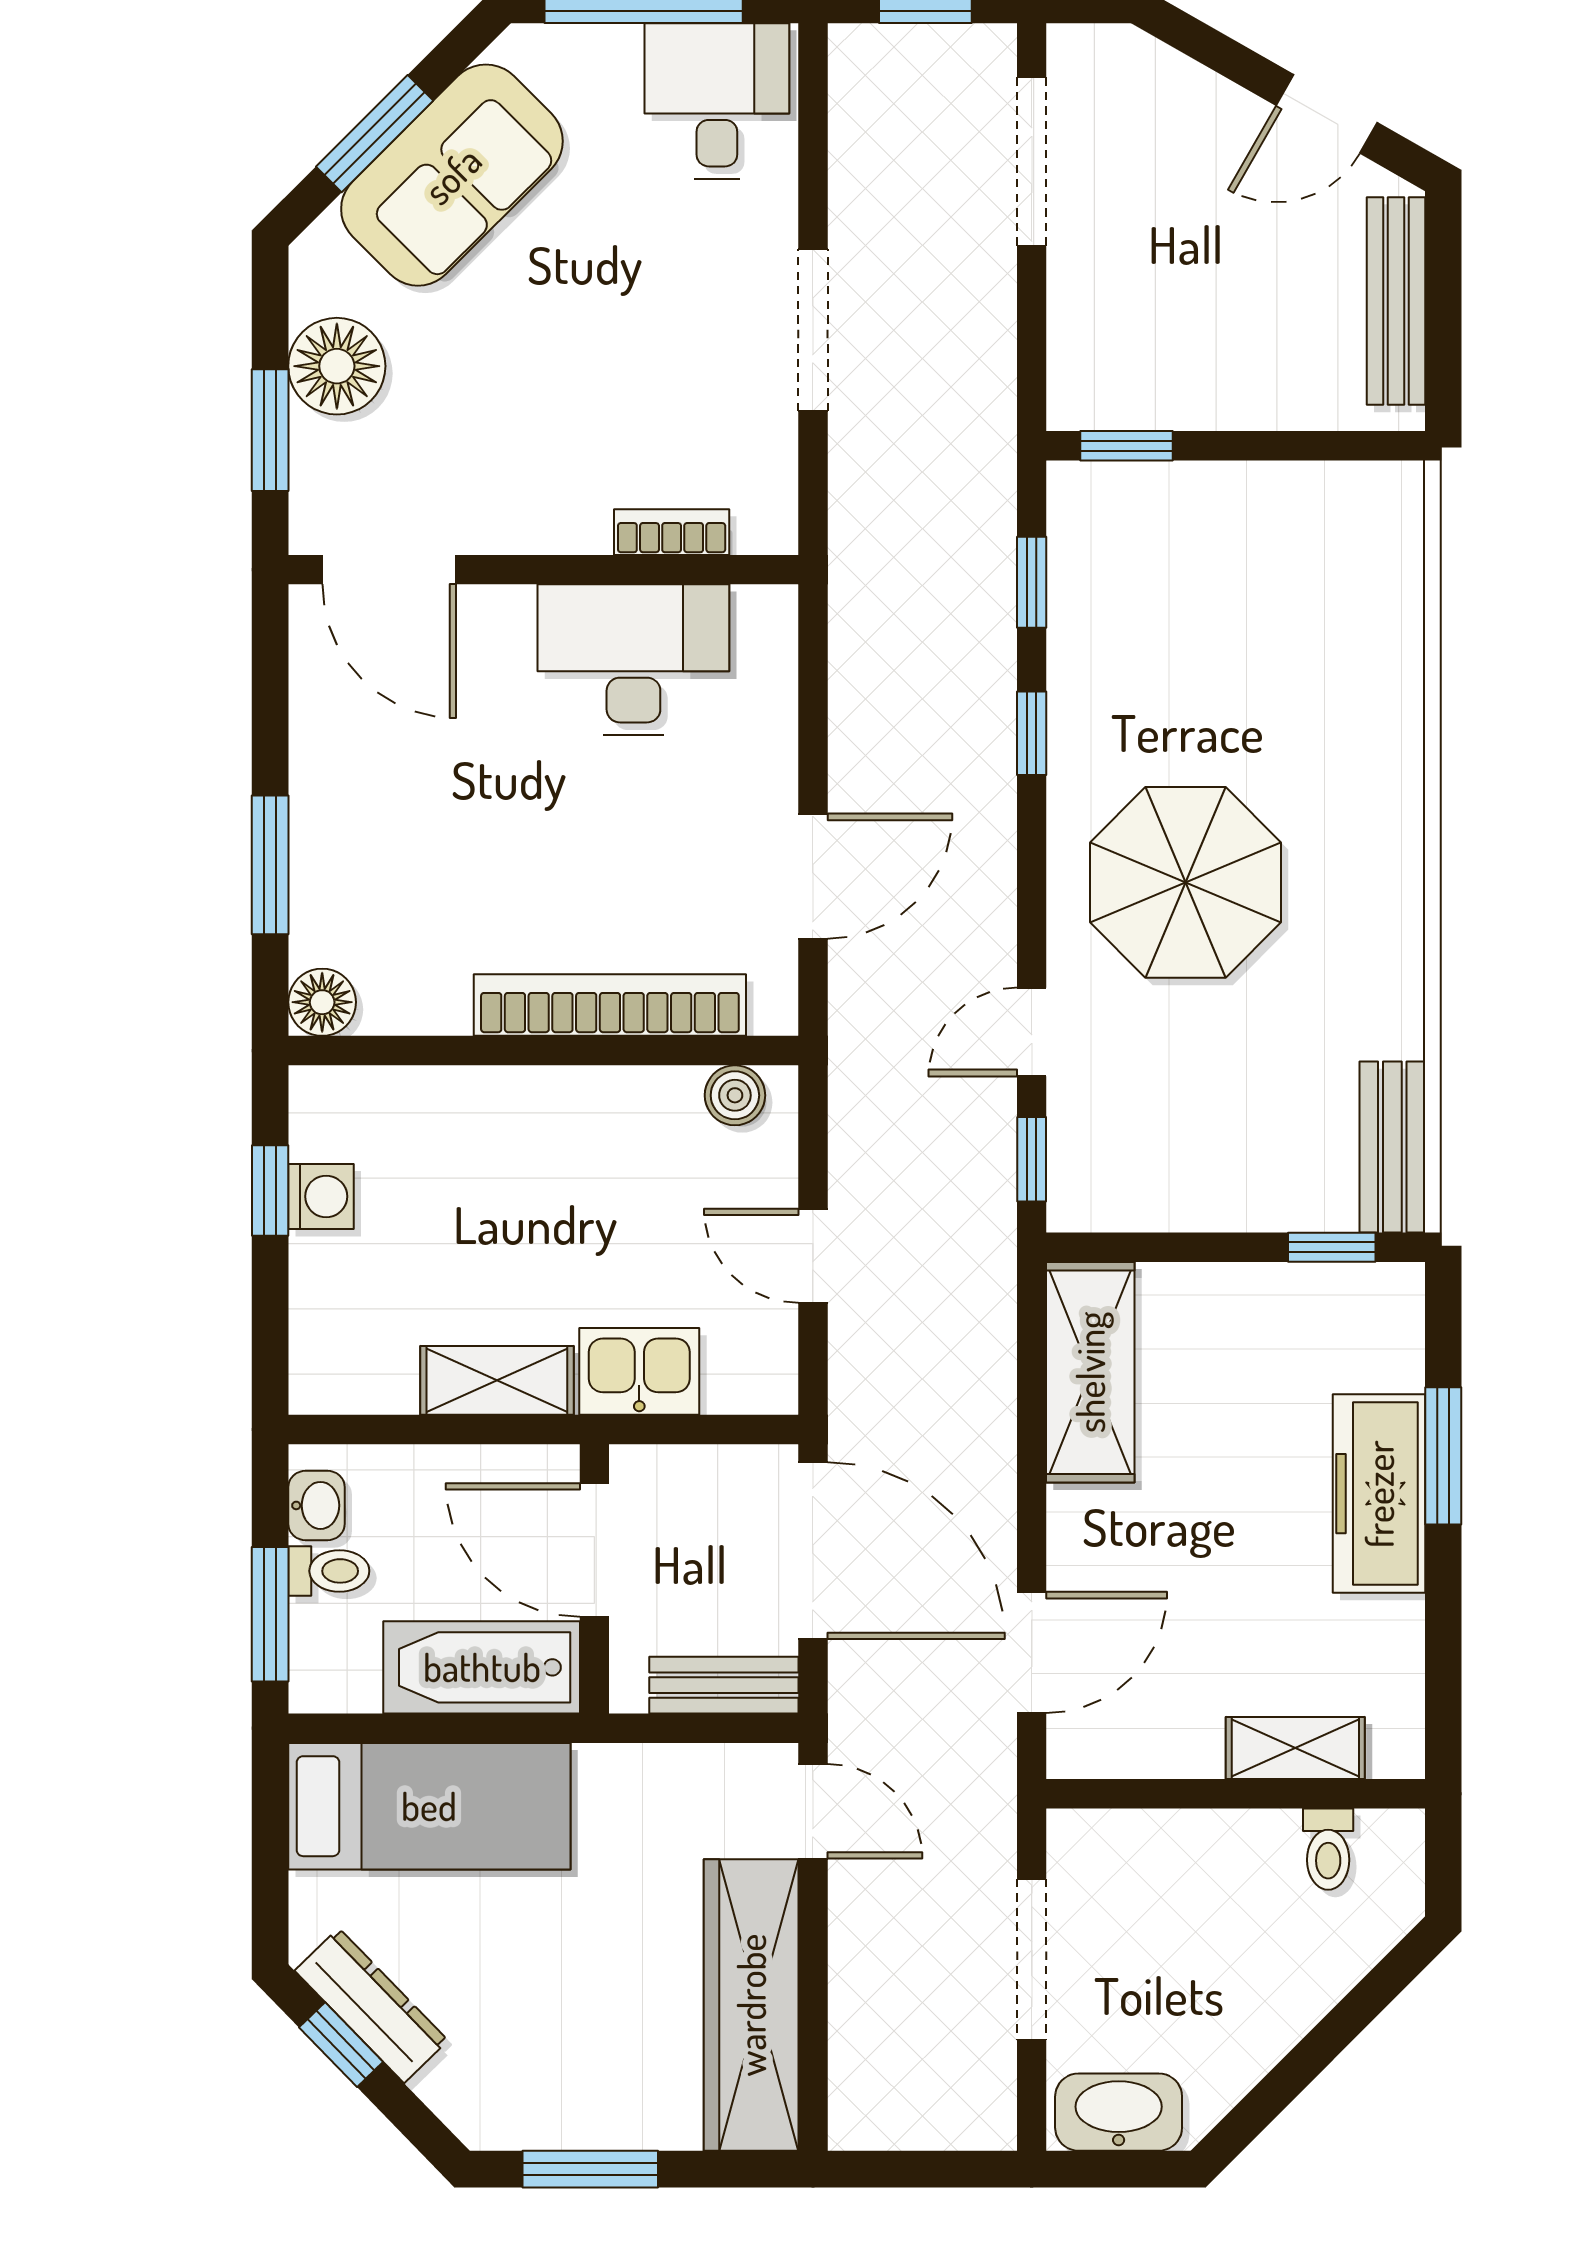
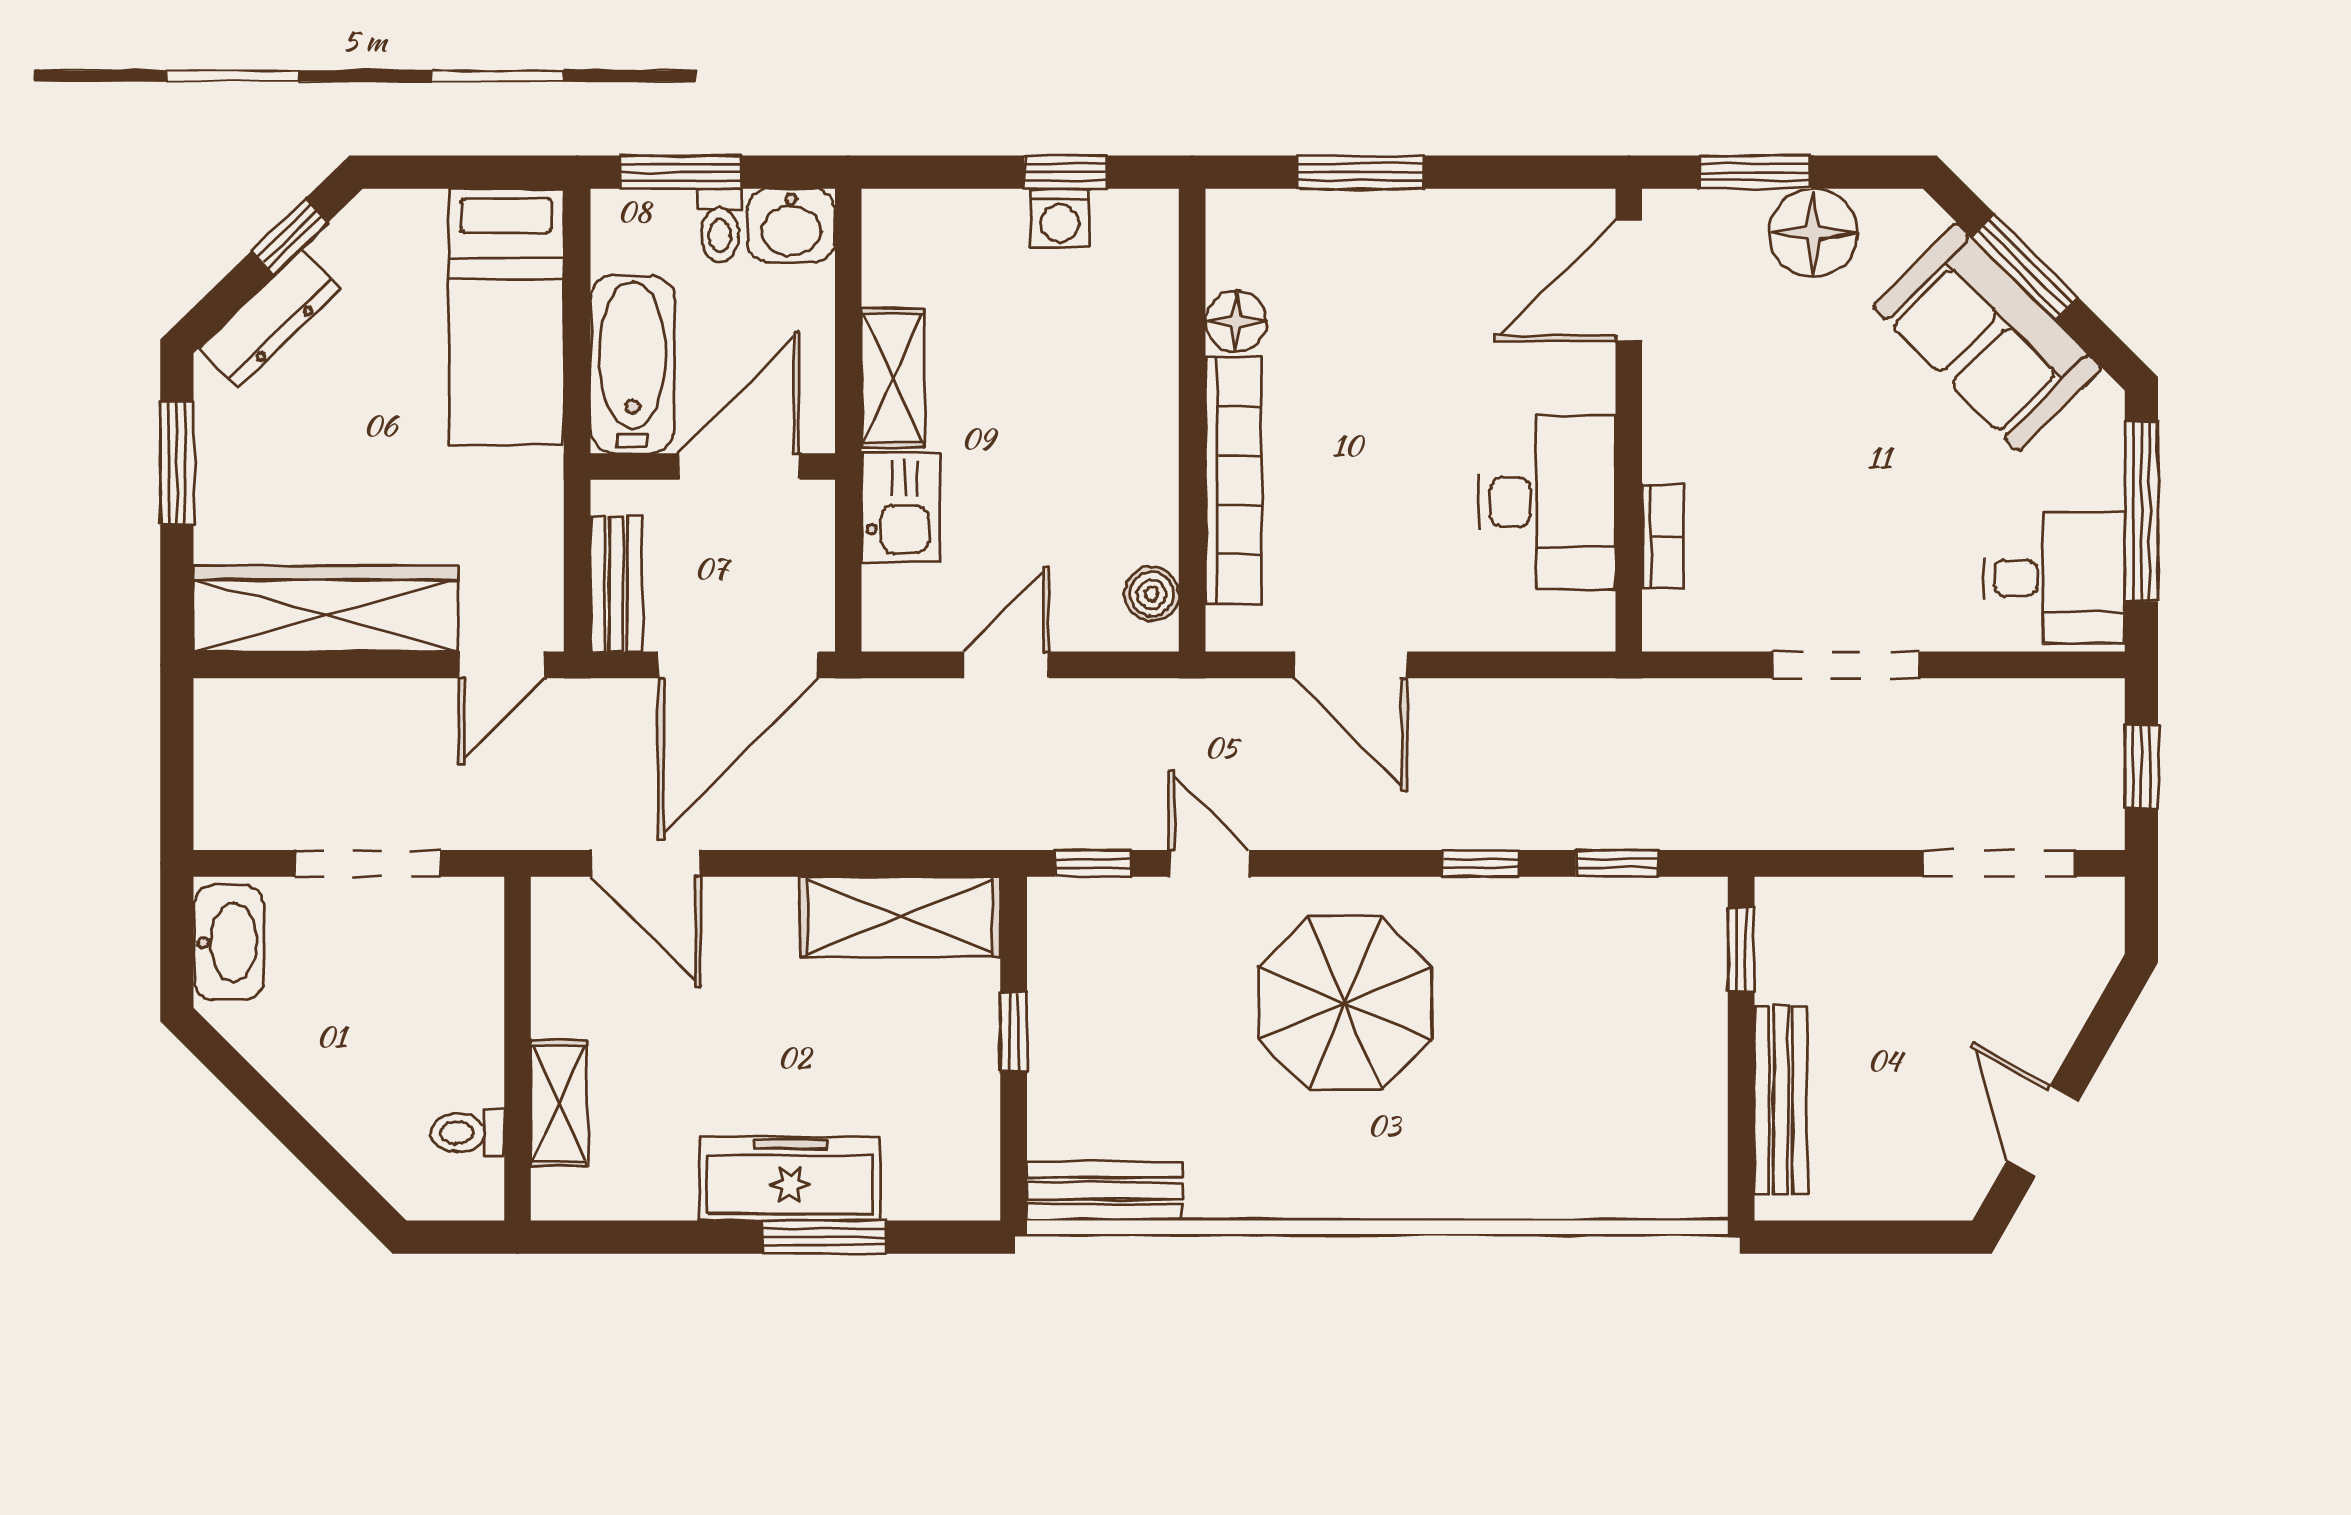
bench: (1396, 301) -> (1781, 1100), moved, turned 90
floor lamp: (322, 1002) -> (1236, 321), moved
window: (1332, 1247) -> (1014, 1032), moved
washbasin: (316, 1505) -> (791, 226), width x1.38, depth x1.45
dresser: (371, 2005) -> (270, 318), moved

